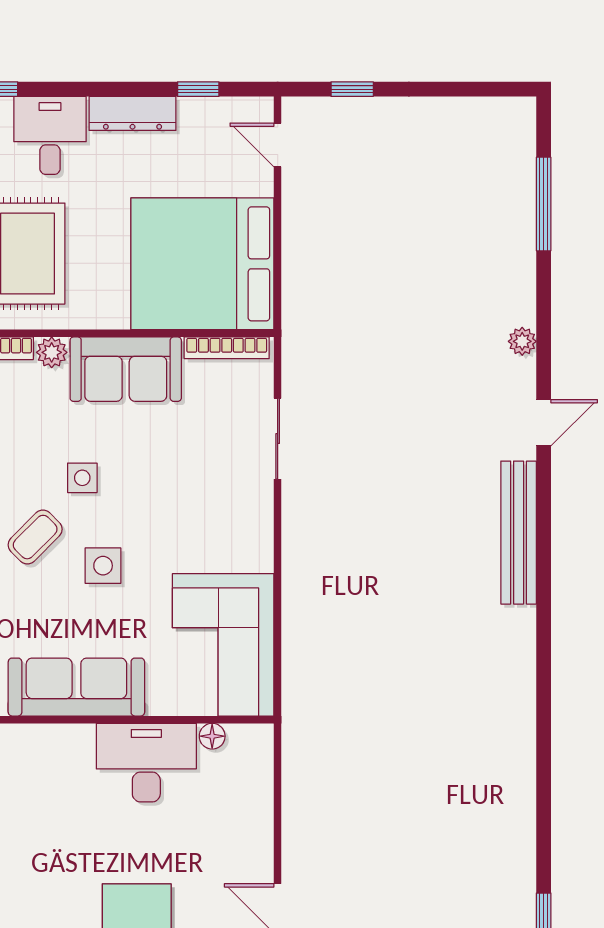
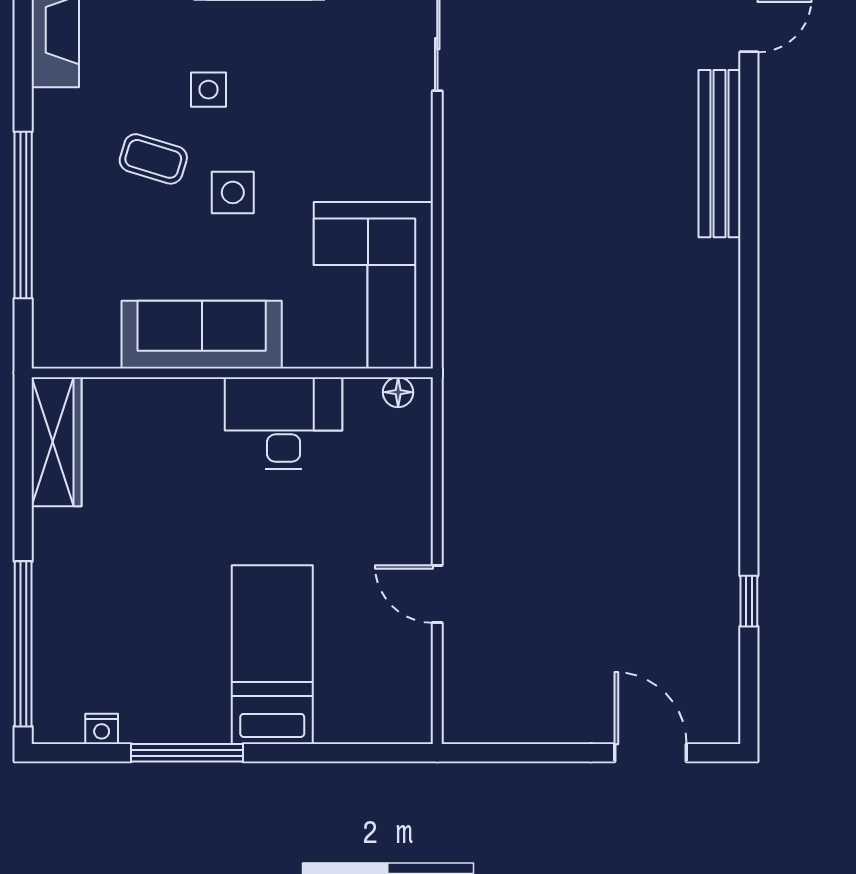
coffee table: (35, 537) -> (153, 159), turned 62
floor lamp: (212, 736) -> (398, 392), moved

